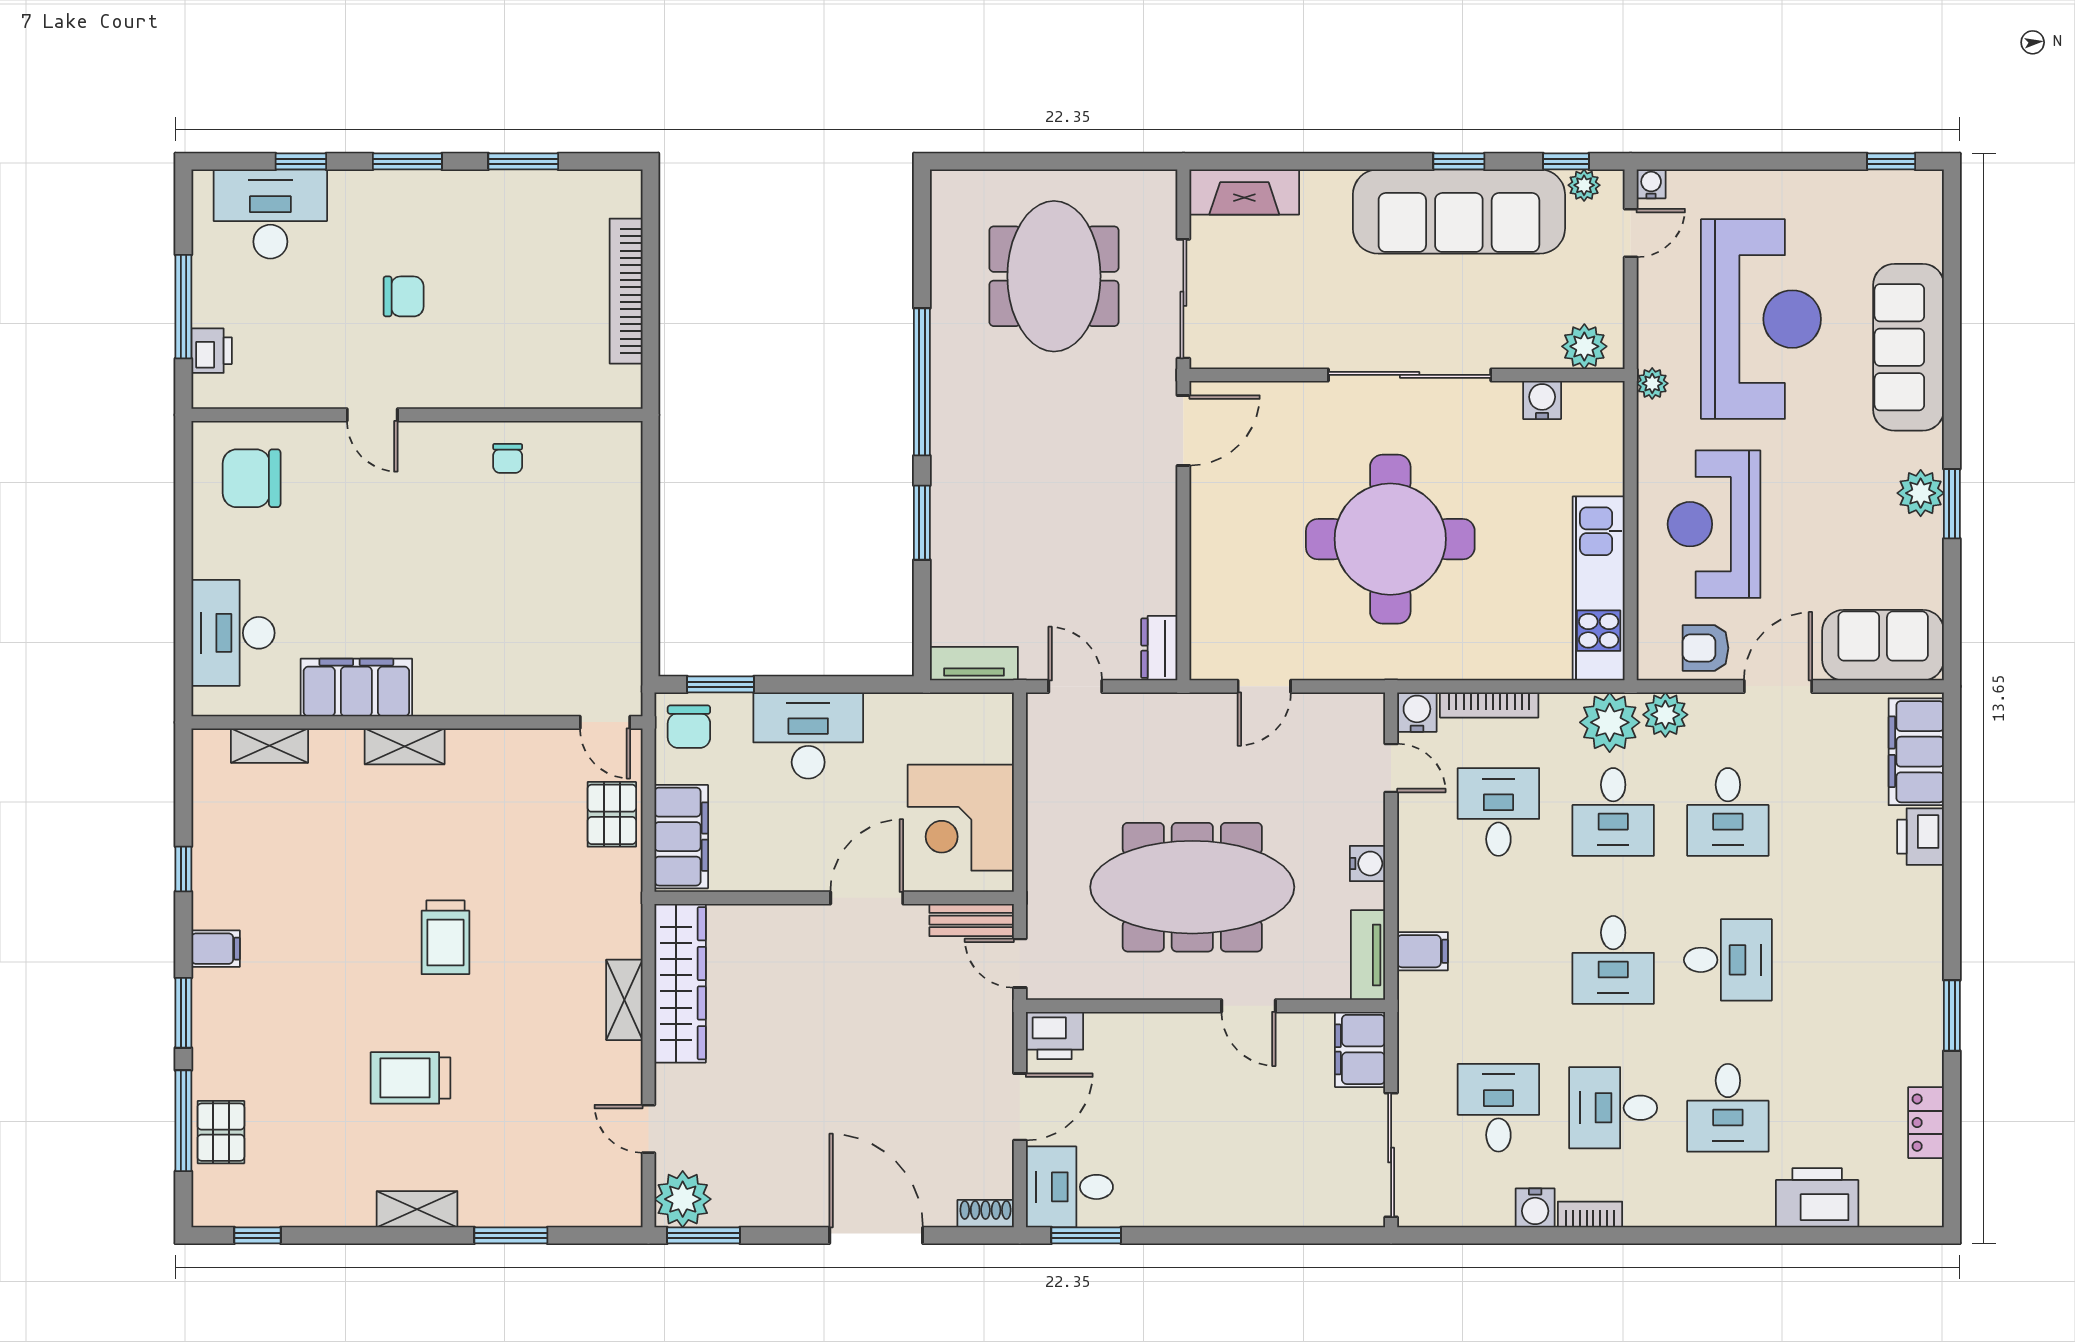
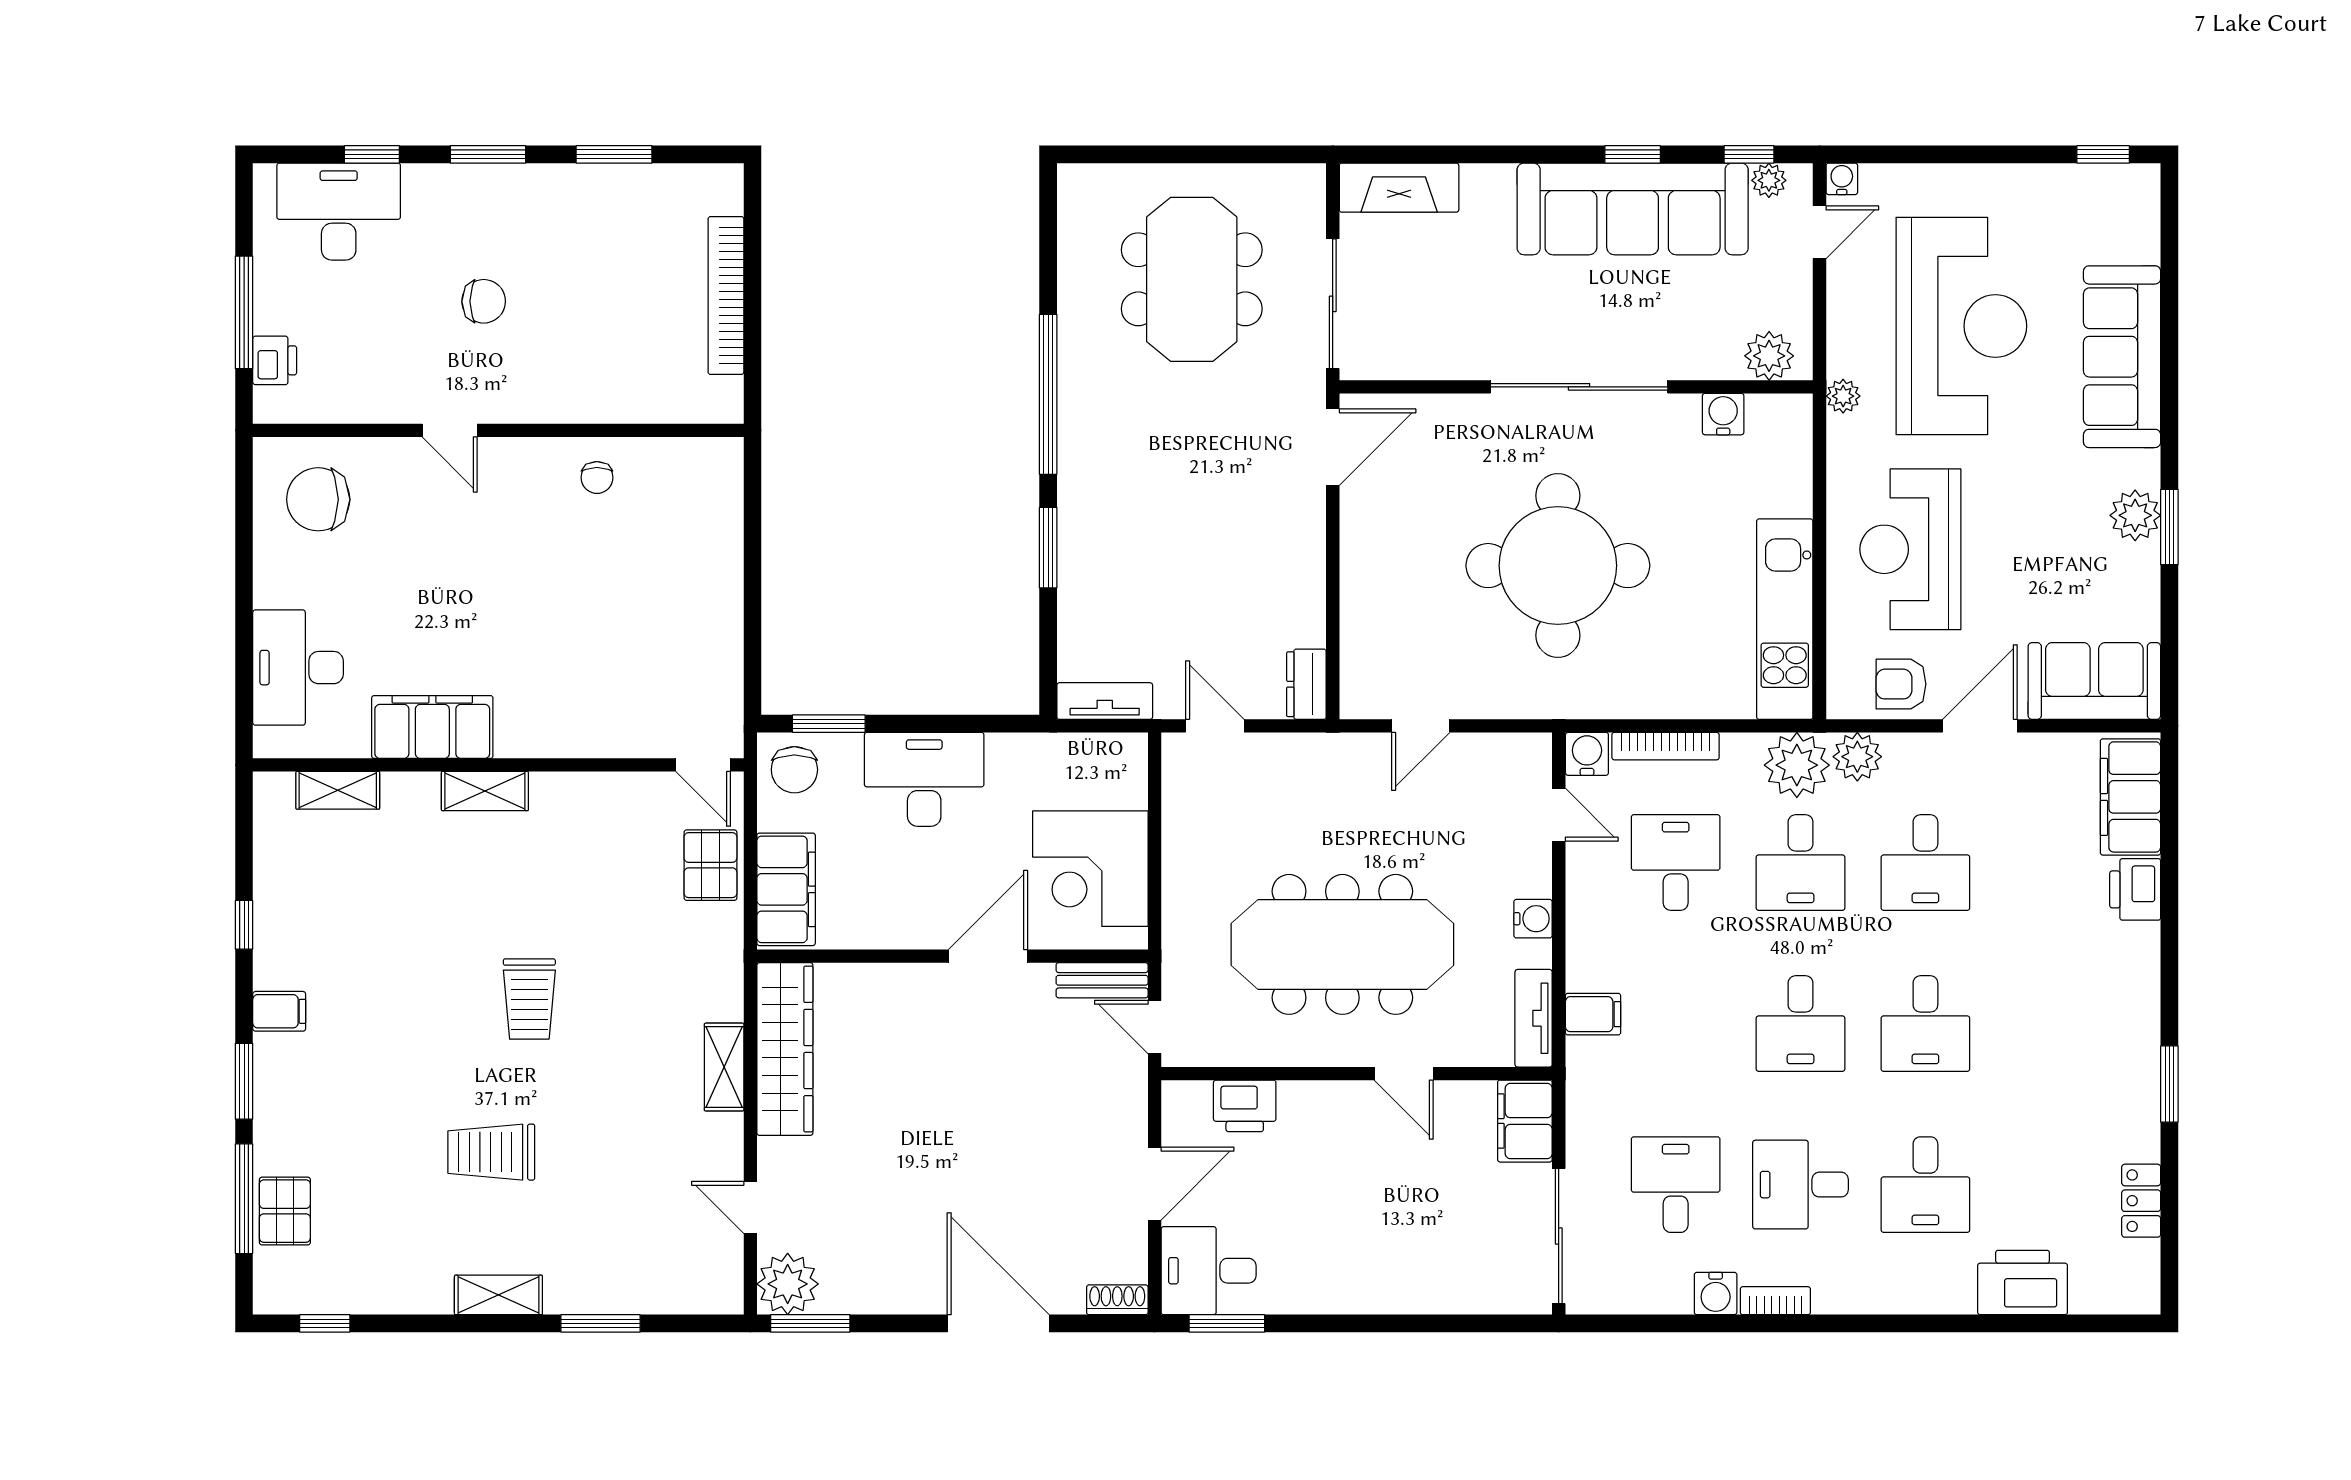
desk: (1728, 960) -> (1925, 1024), turned 90
printer: (1054, 1035) -> (1245, 1106), moved

